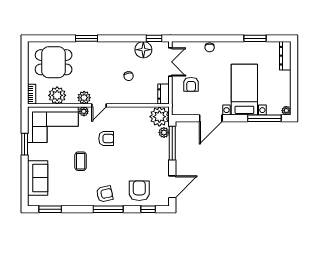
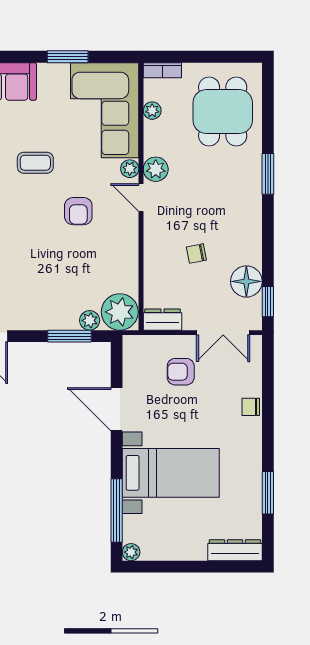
plant: (57, 95) -> (152, 111), width x0.53, depth x0.53
window: (172, 143) -> (70, 336), width x0.69

